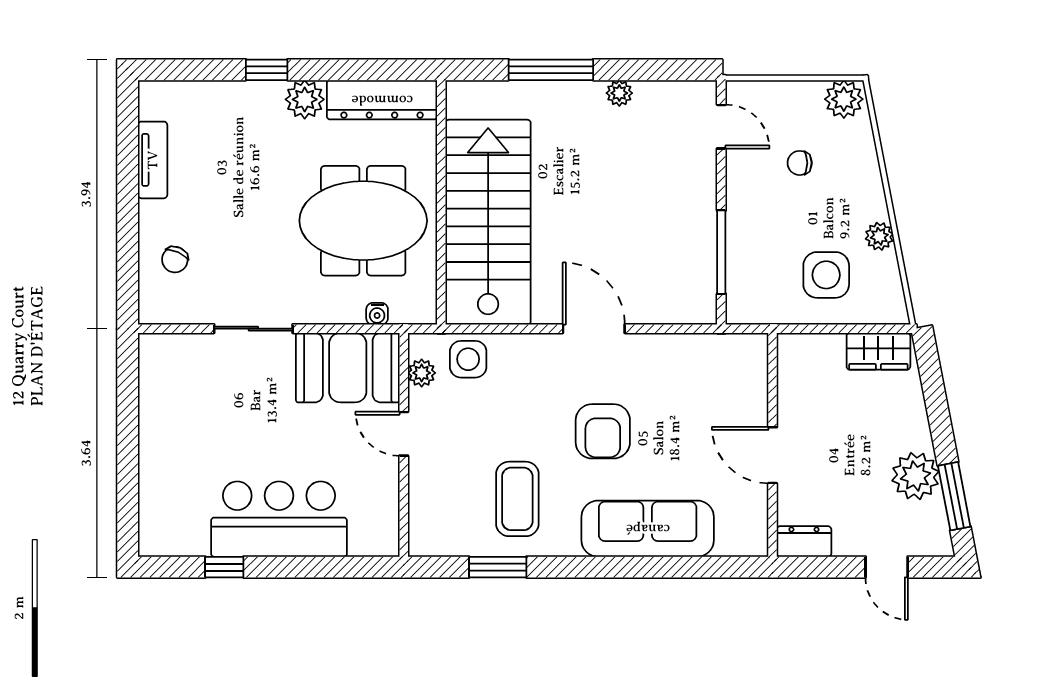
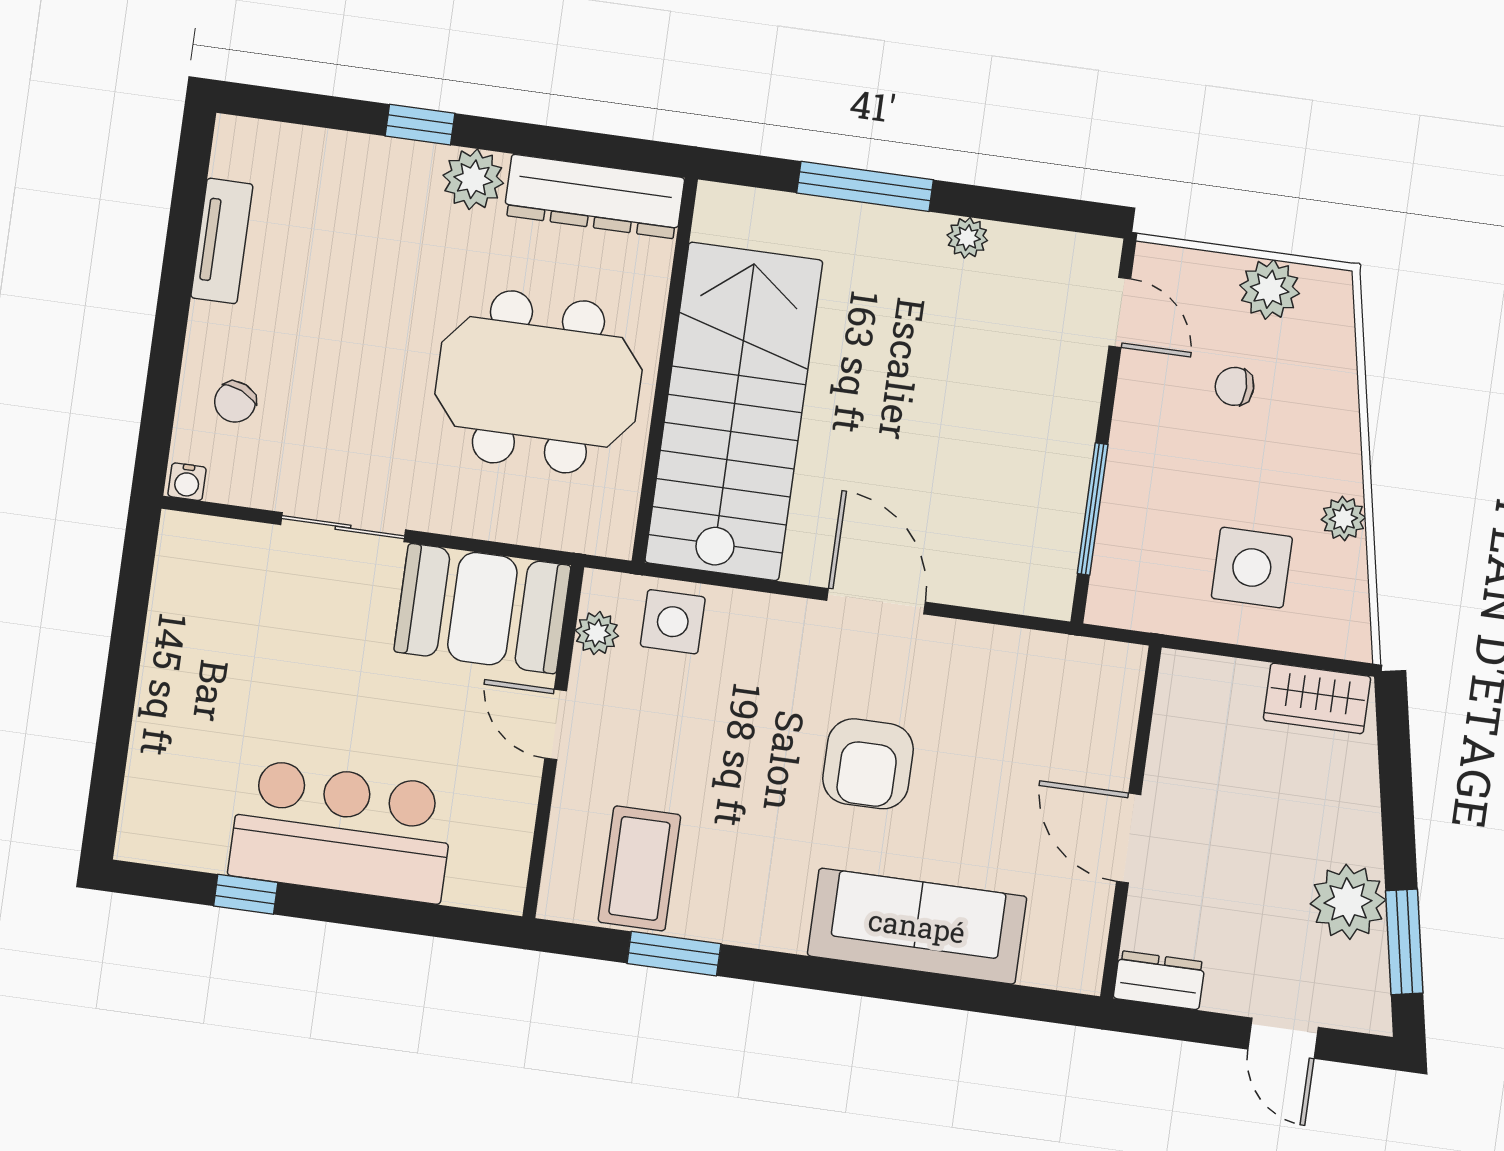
plant: (844, 99) -> (1270, 289), moved
water cooler: (377, 314) -> (187, 482), moved
coffee table: (517, 499) -> (639, 868), moved

